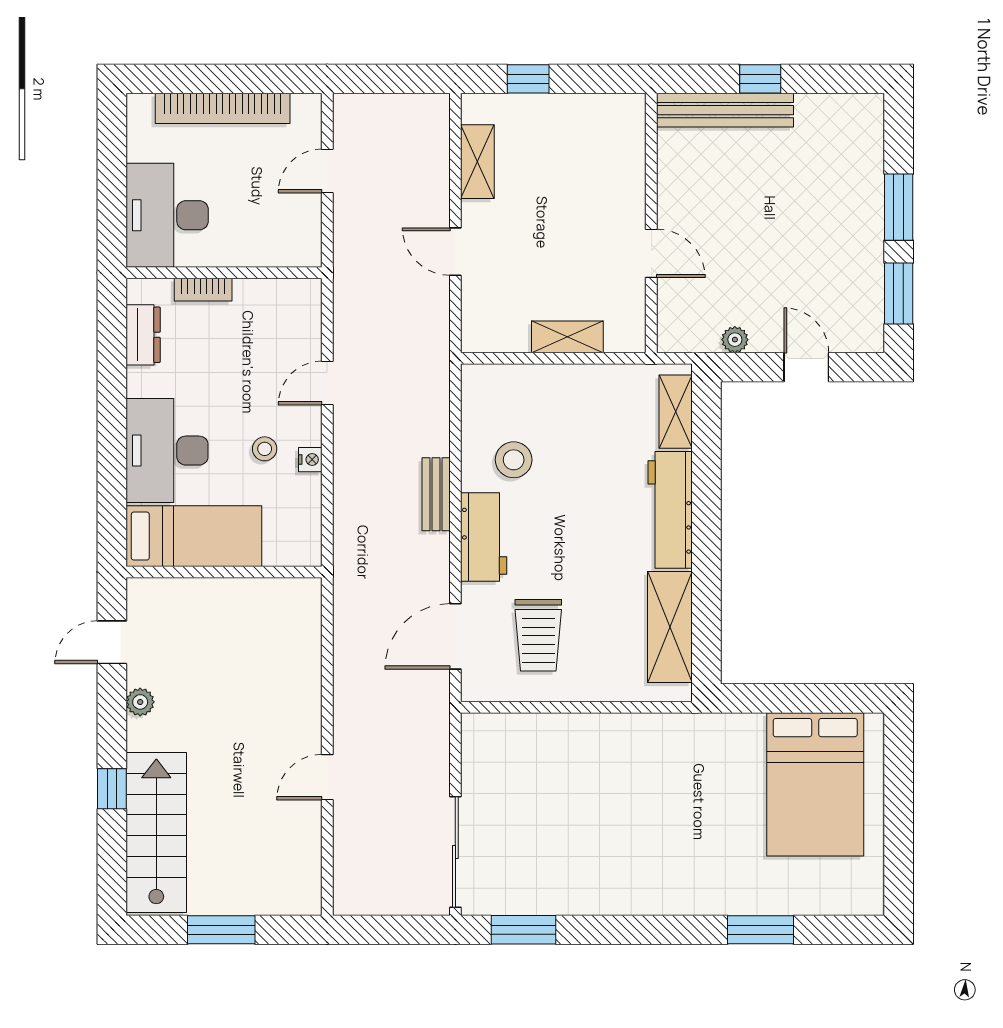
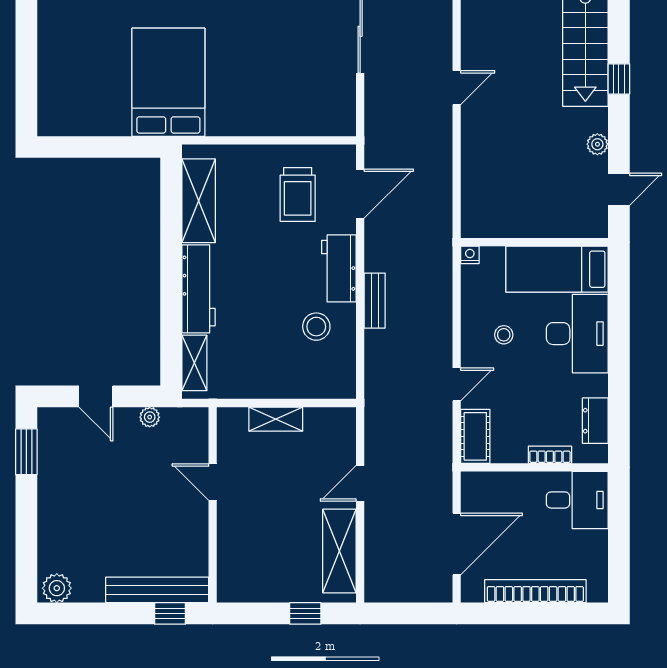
window: (760, 79) -> (170, 613), moved
plant: (858, 112) -> (57, 588), added
shelving: (477, 162) -> (339, 551), width x1.50, depth x1.33
door: (327, 171) -> (457, 544), width x1.87
window: (899, 207) -> (26, 517), removed
desk: (167, 215) -> (577, 500), width x0.73
door: (455, 252) -> (360, 483), swing flipped
cot: (302, 314) -> (475, 436), added
nightstand: (310, 460) -> (470, 255), moved, turned 90
trolley: (538, 635) -> (298, 195), turned 180
bed: (815, 784) -> (168, 82), moved

